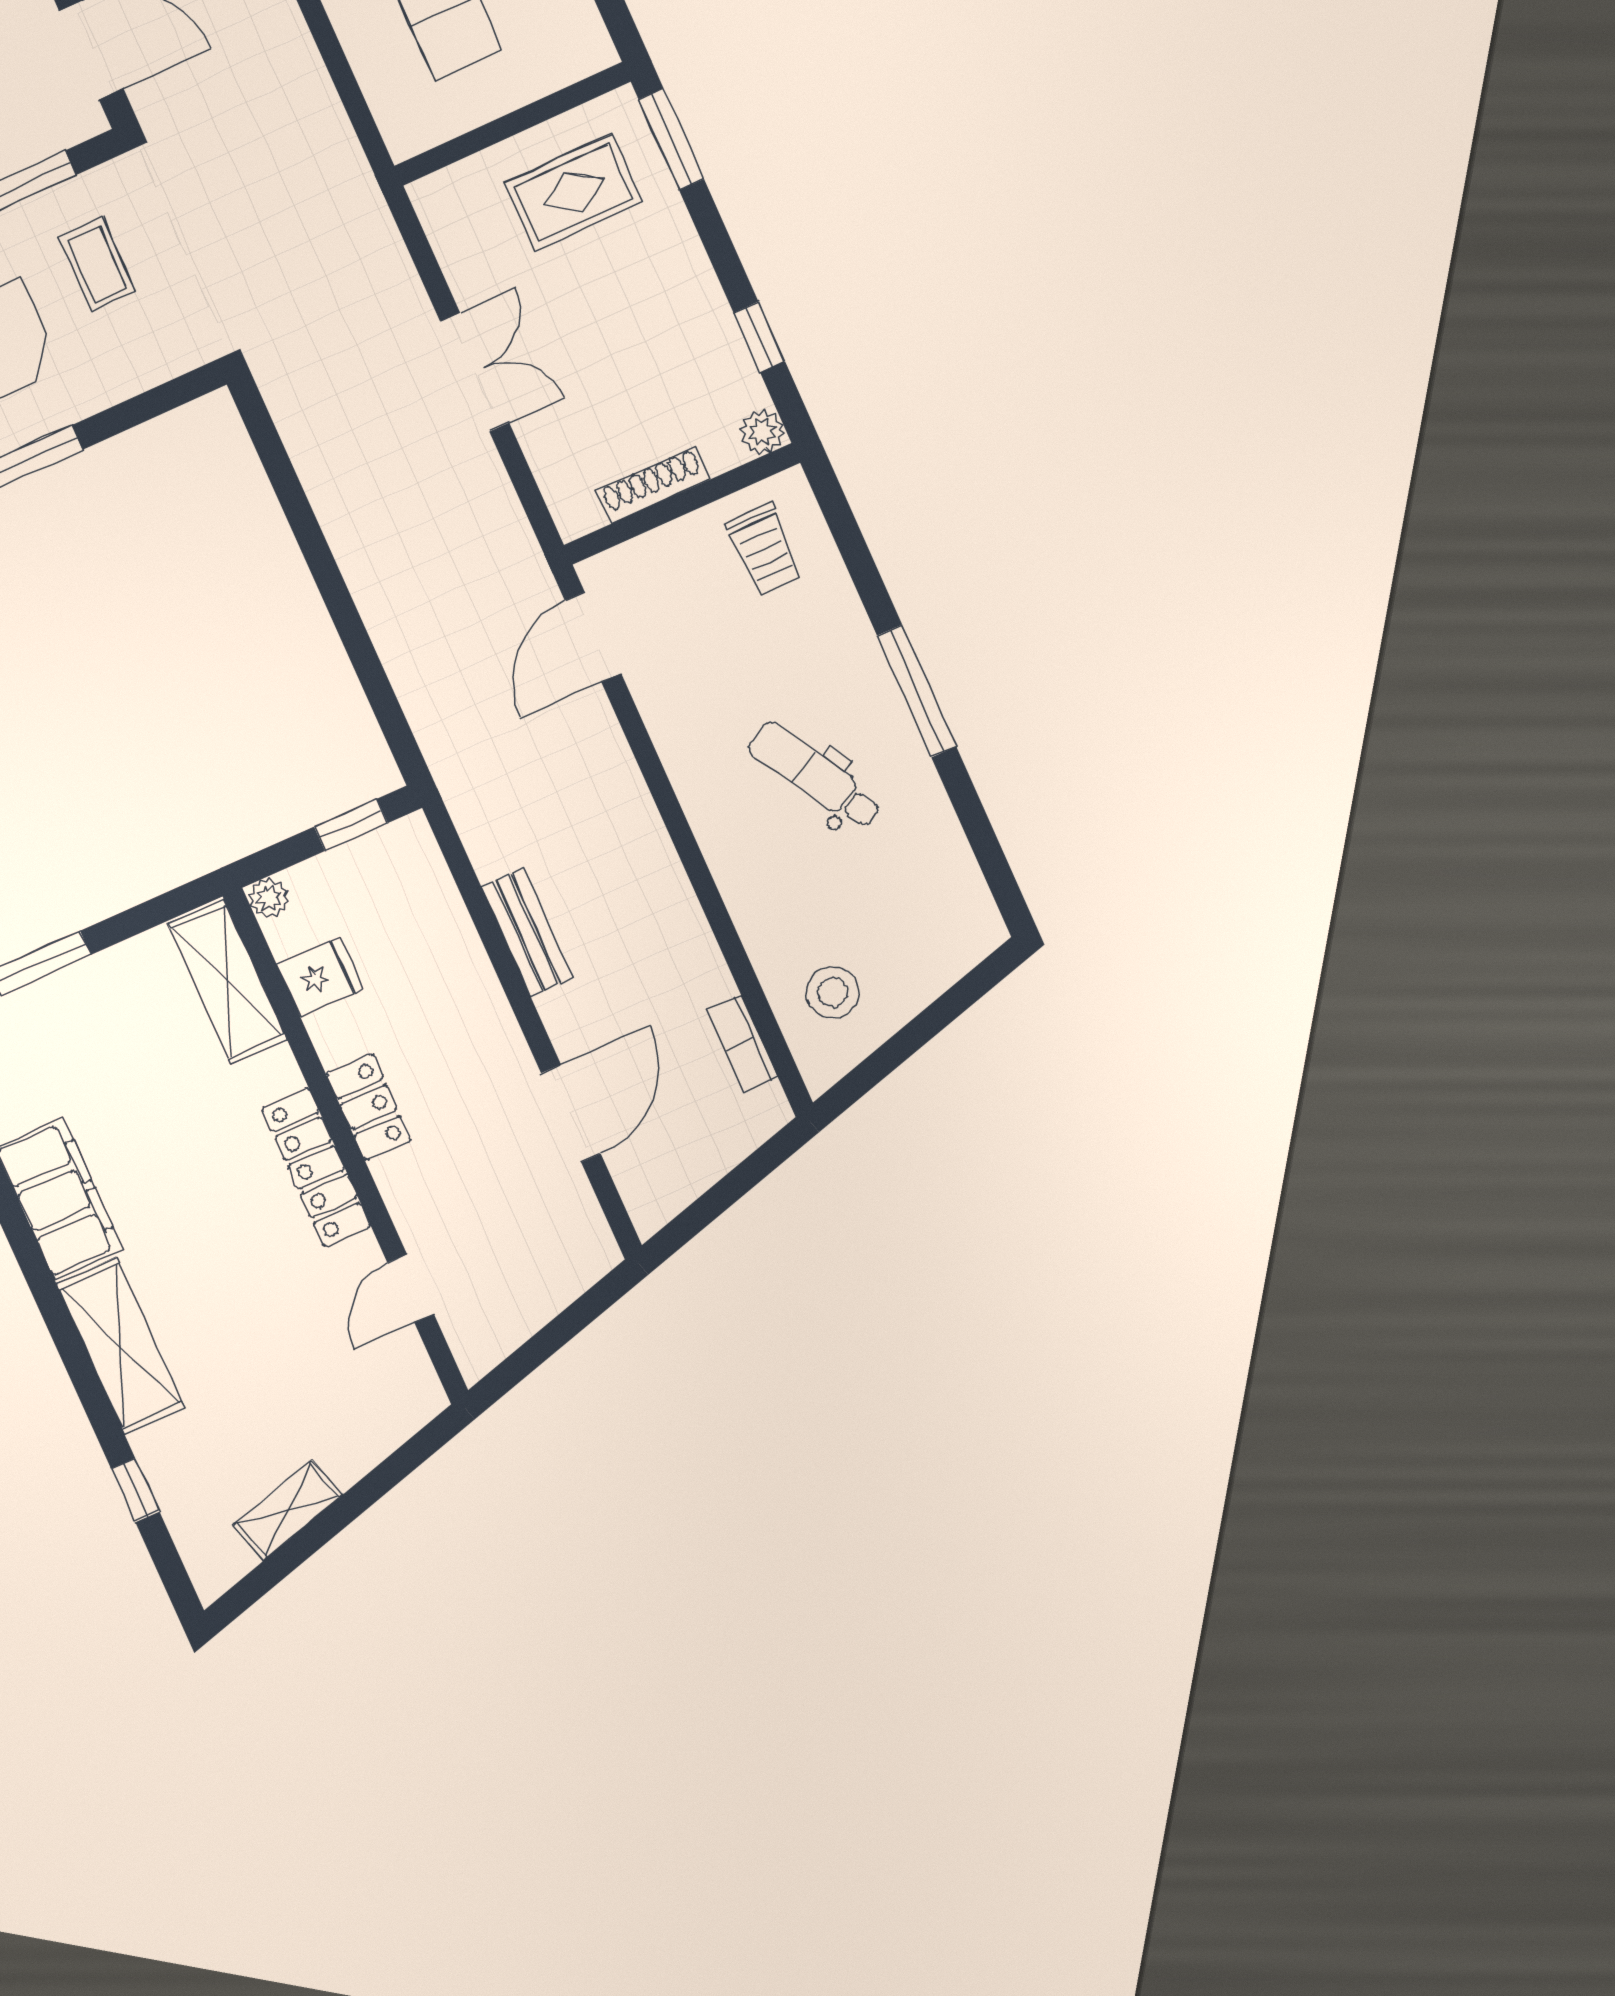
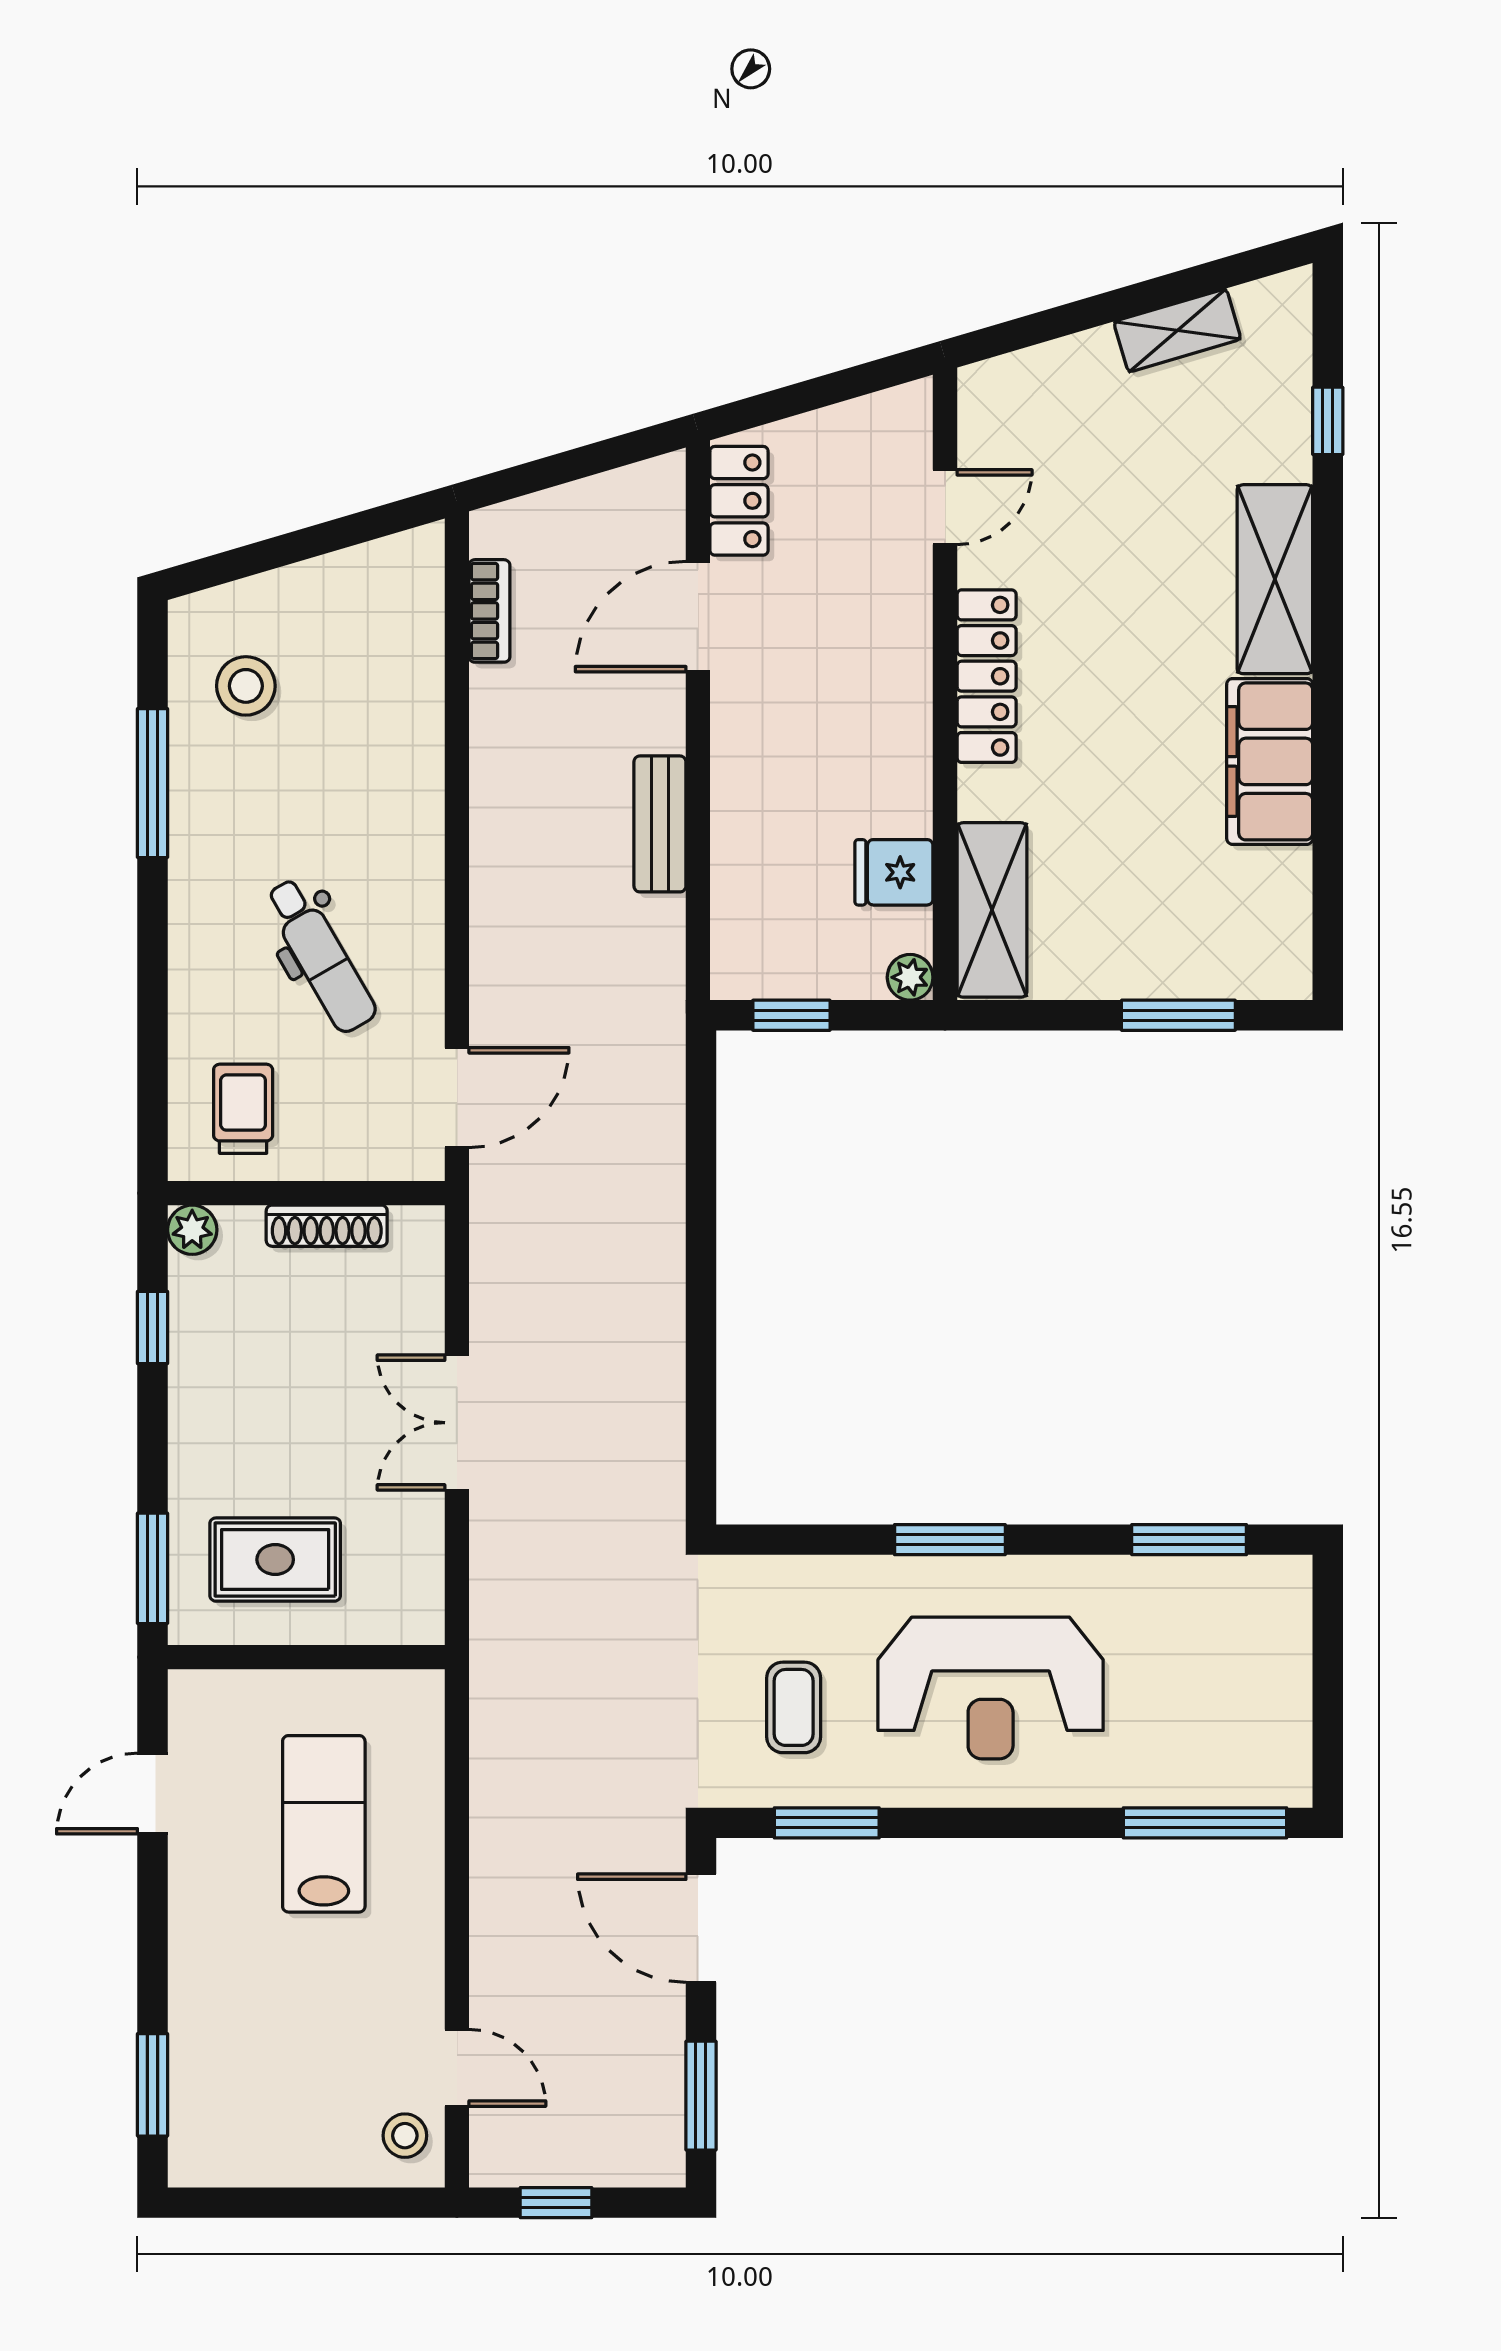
window: (917, 691) -> (152, 783), moved
dental chair: (815, 776) -> (320, 955), moved
stool: (833, 992) -> (246, 686), moved
locker: (369, 1107) -> (739, 501), moved, turned 180

